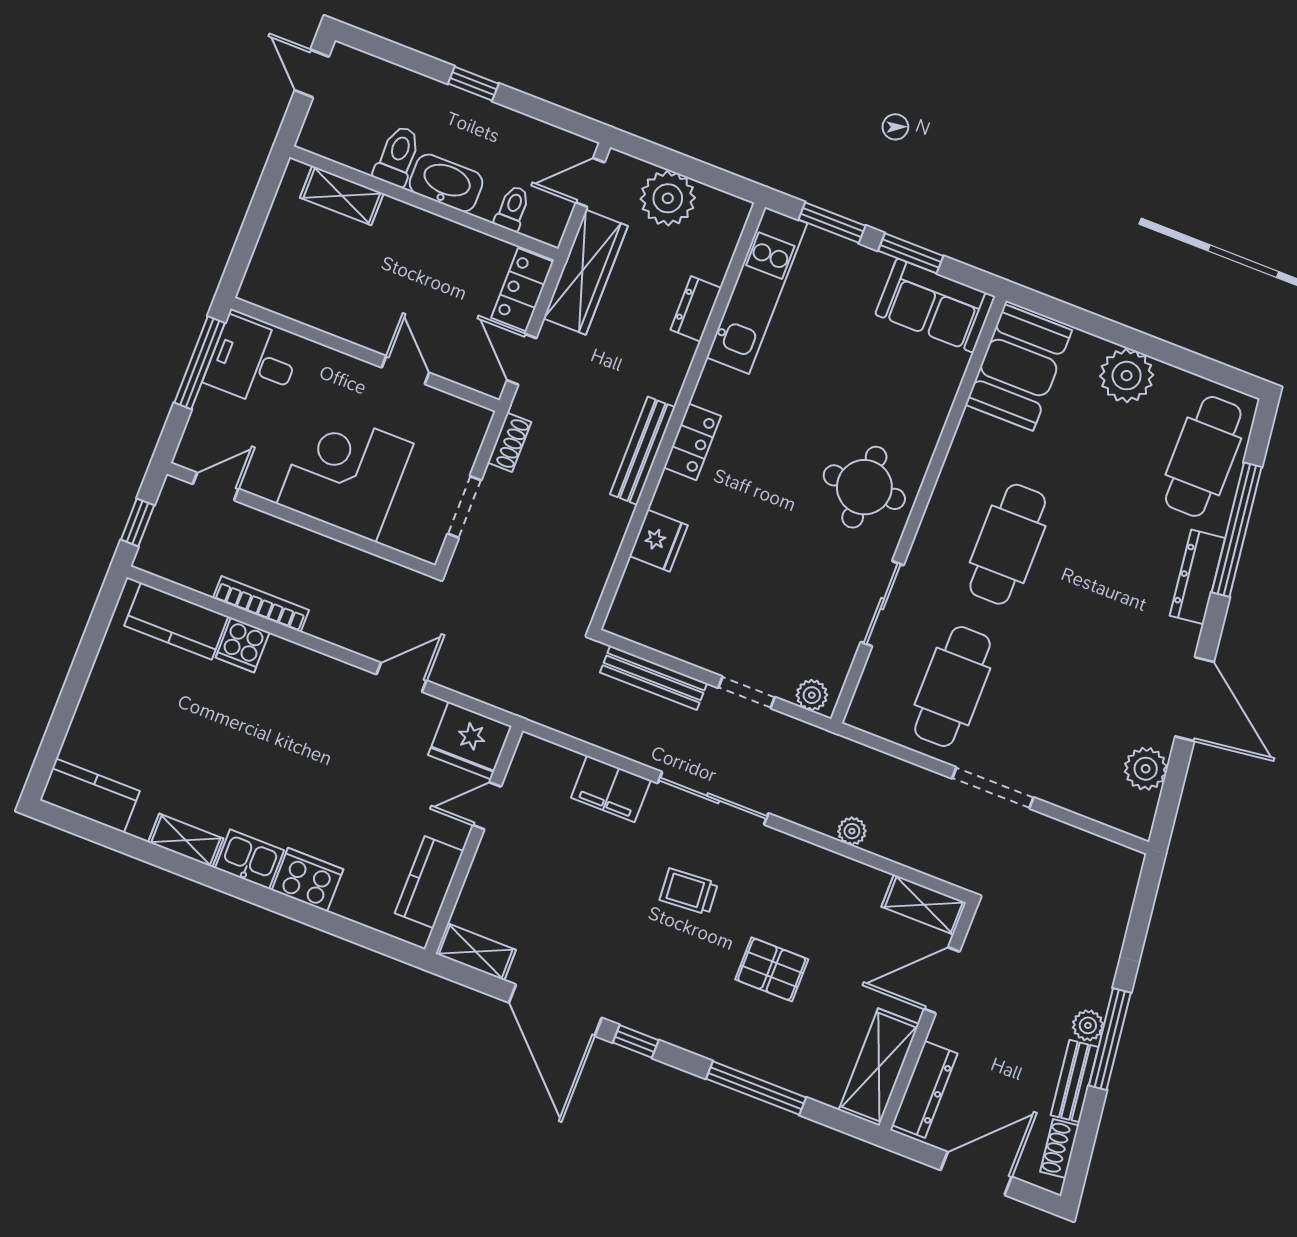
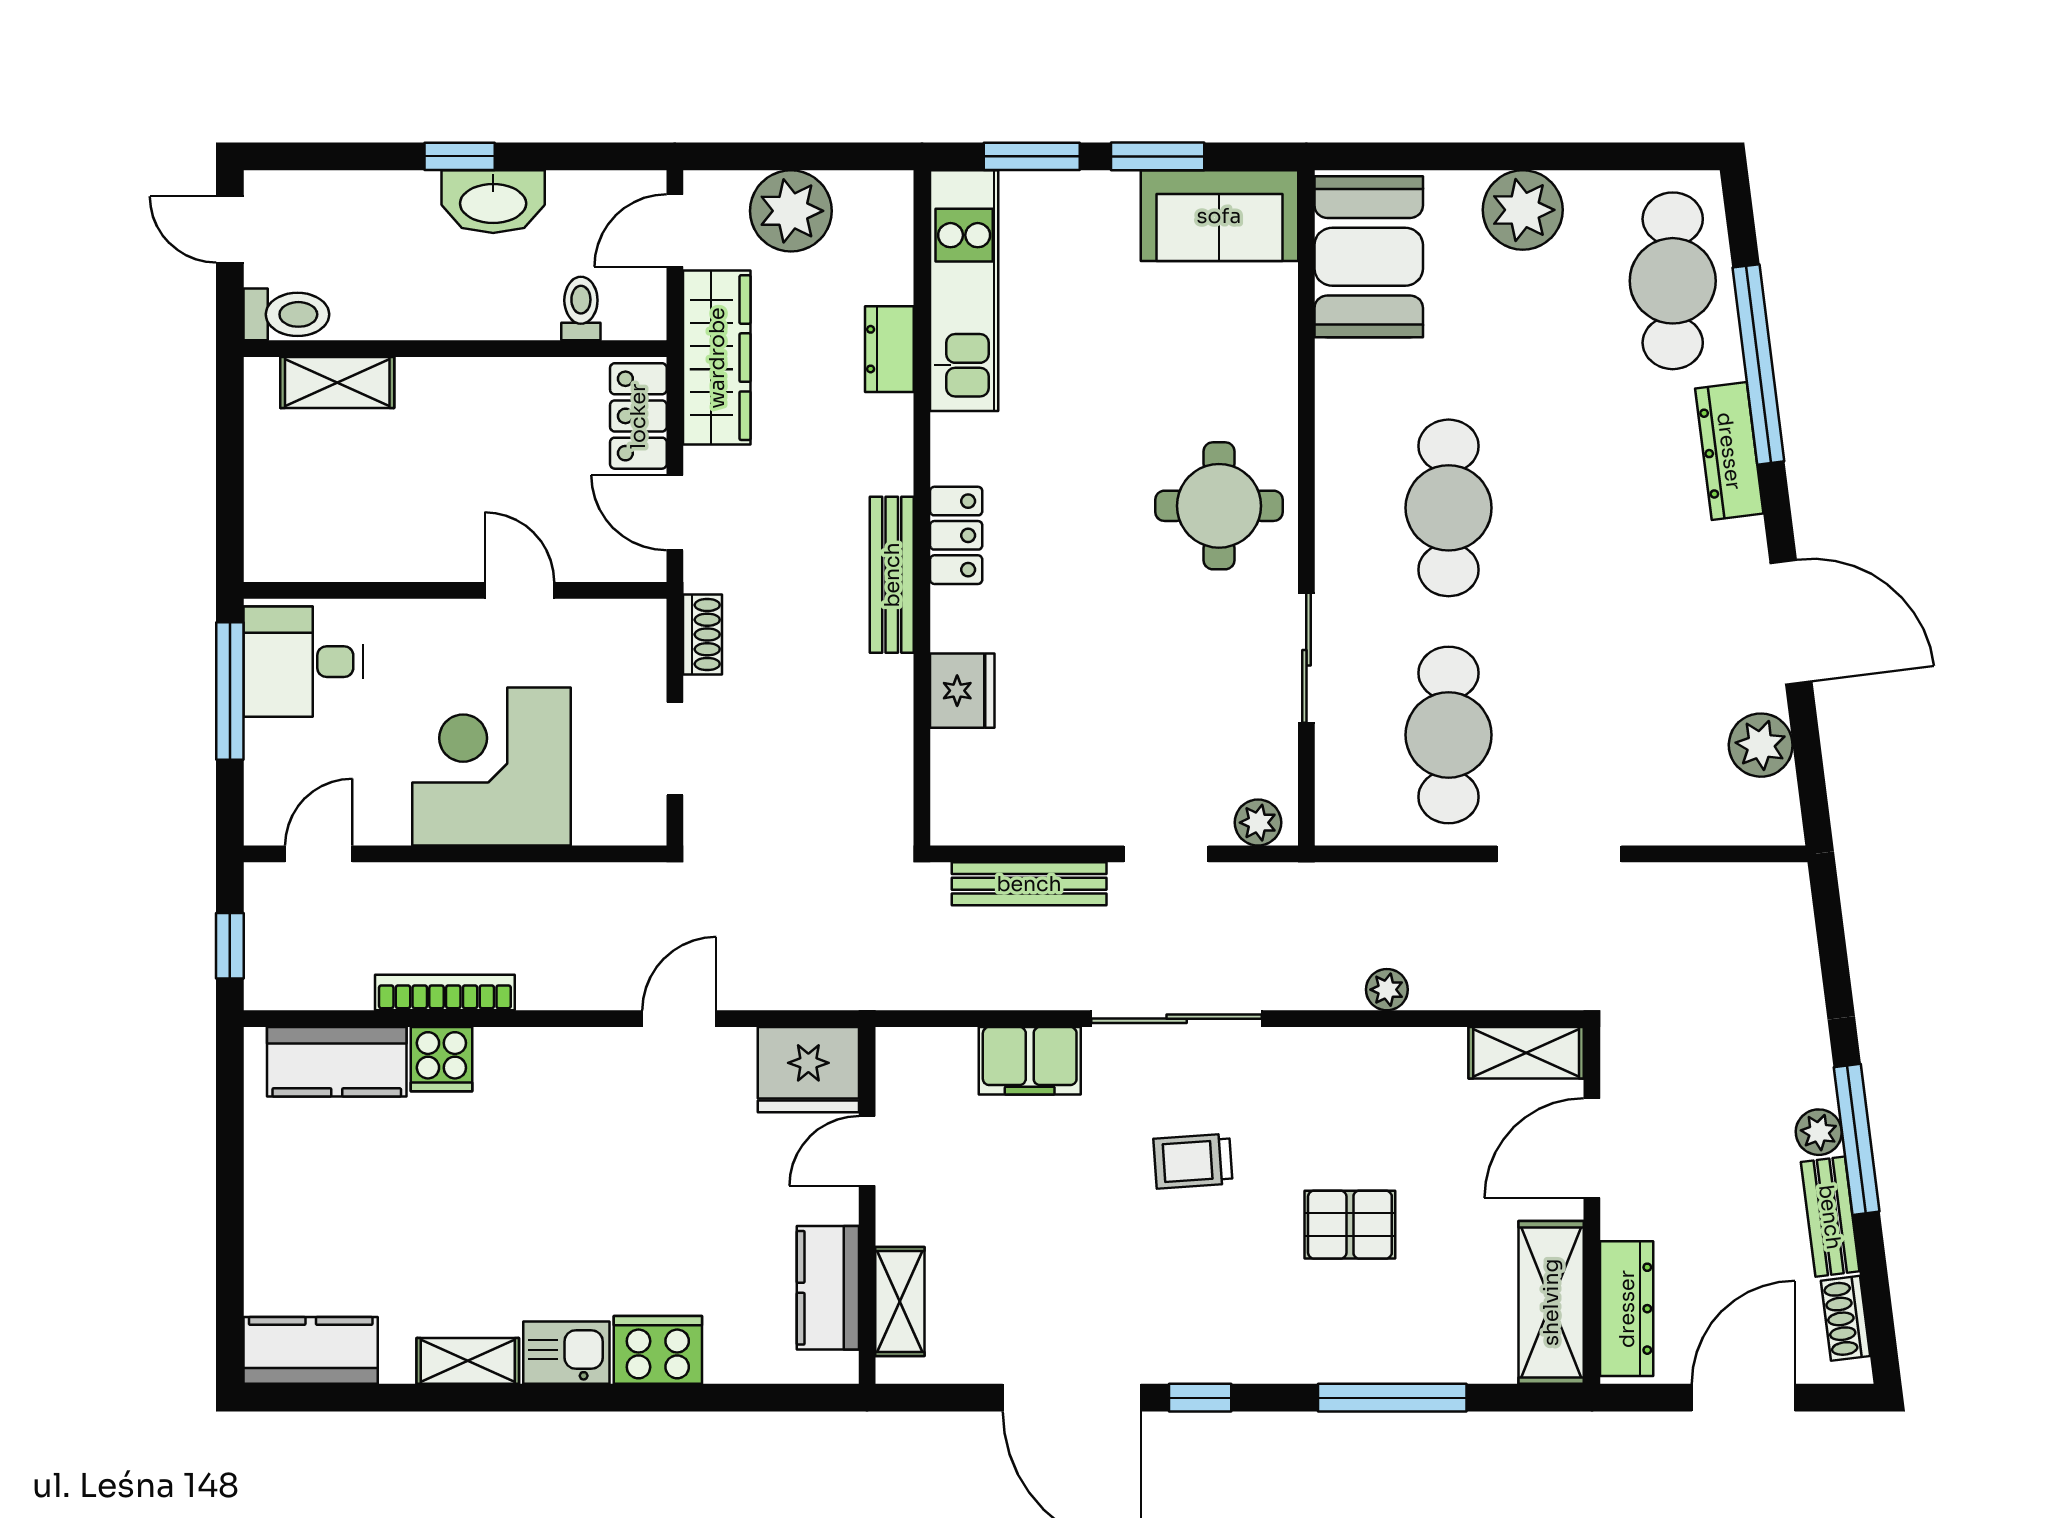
toilet: (397, 156) -> (286, 314), moved, turned 90
washbasin: (446, 183) -> (493, 202), moved, turned 180
shelving: (476, 952) -> (900, 1301), moved, turned 90

